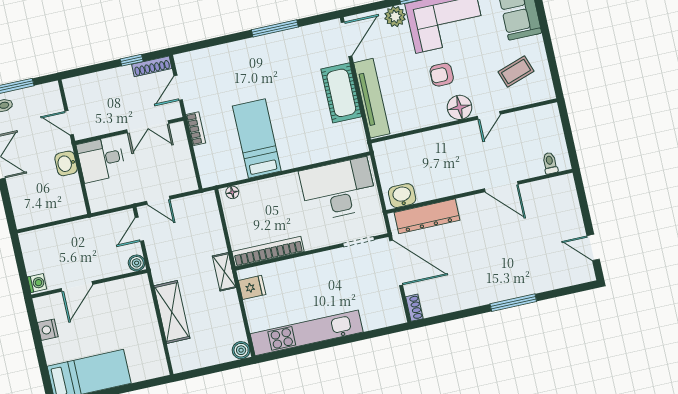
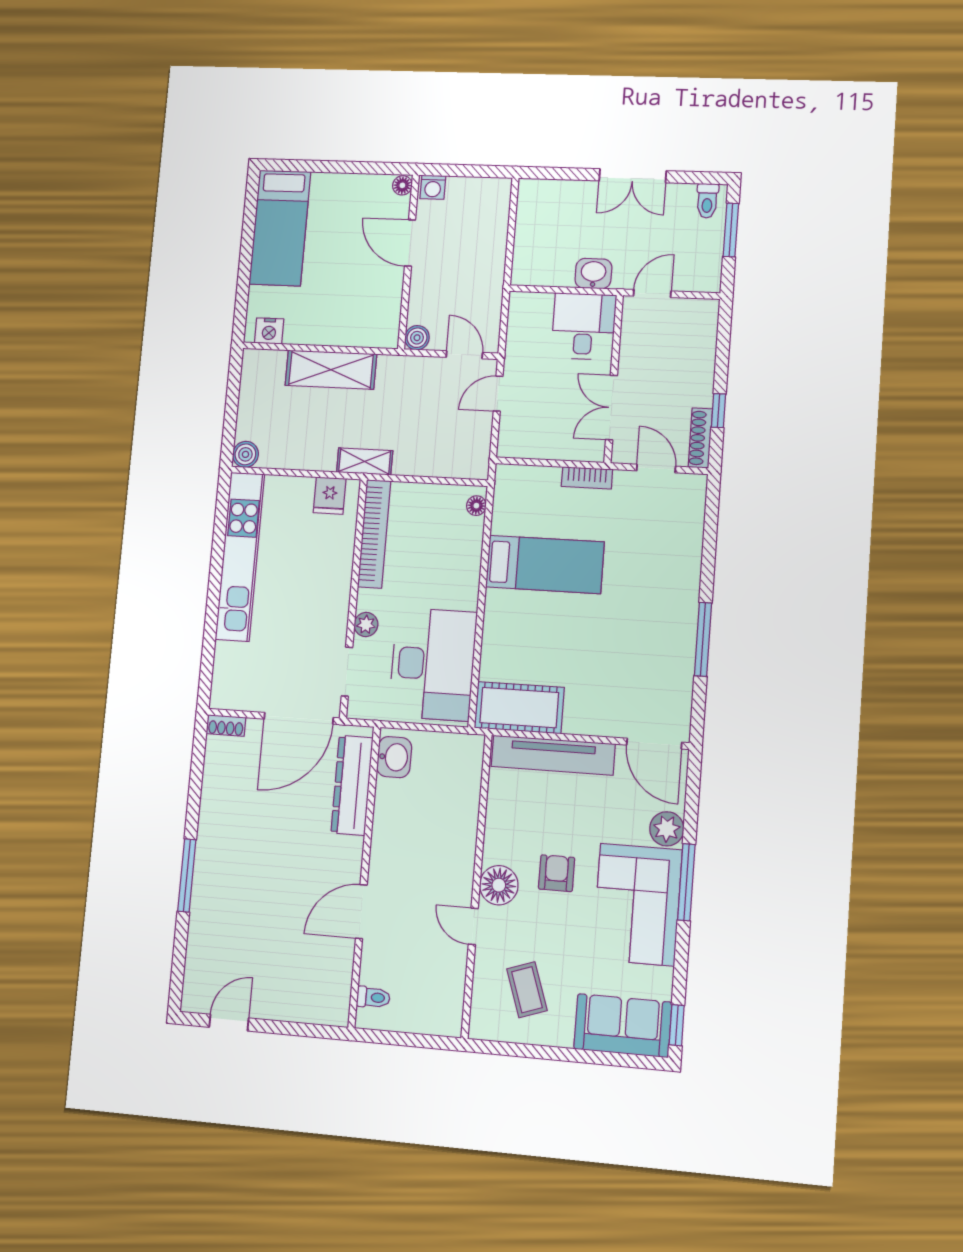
cot: (341, 93) -> (519, 708), moved
plant: (326, 239) -> (366, 624), added
floor lamp: (41, 303) -> (402, 185), added
nightstand: (48, 330) -> (269, 331), moved, turned 180

